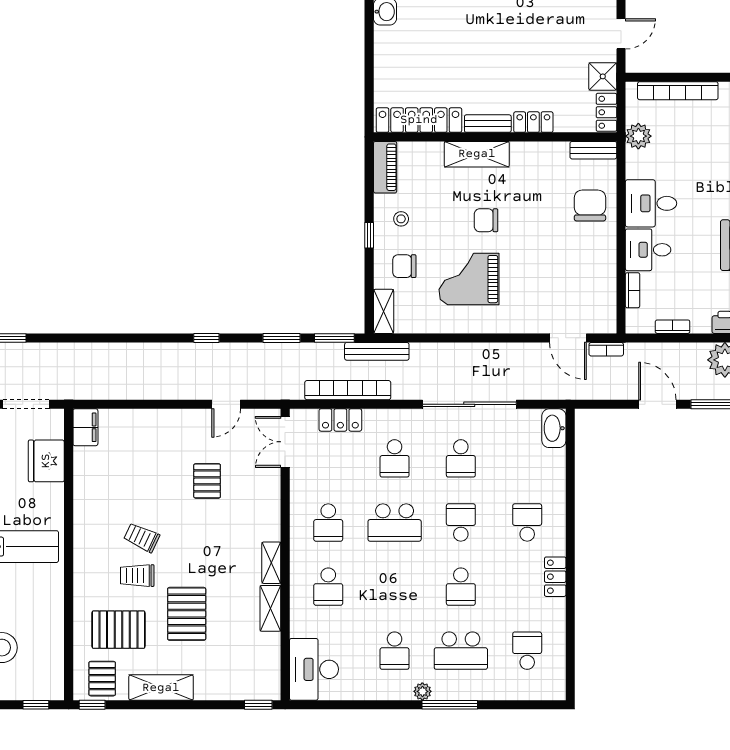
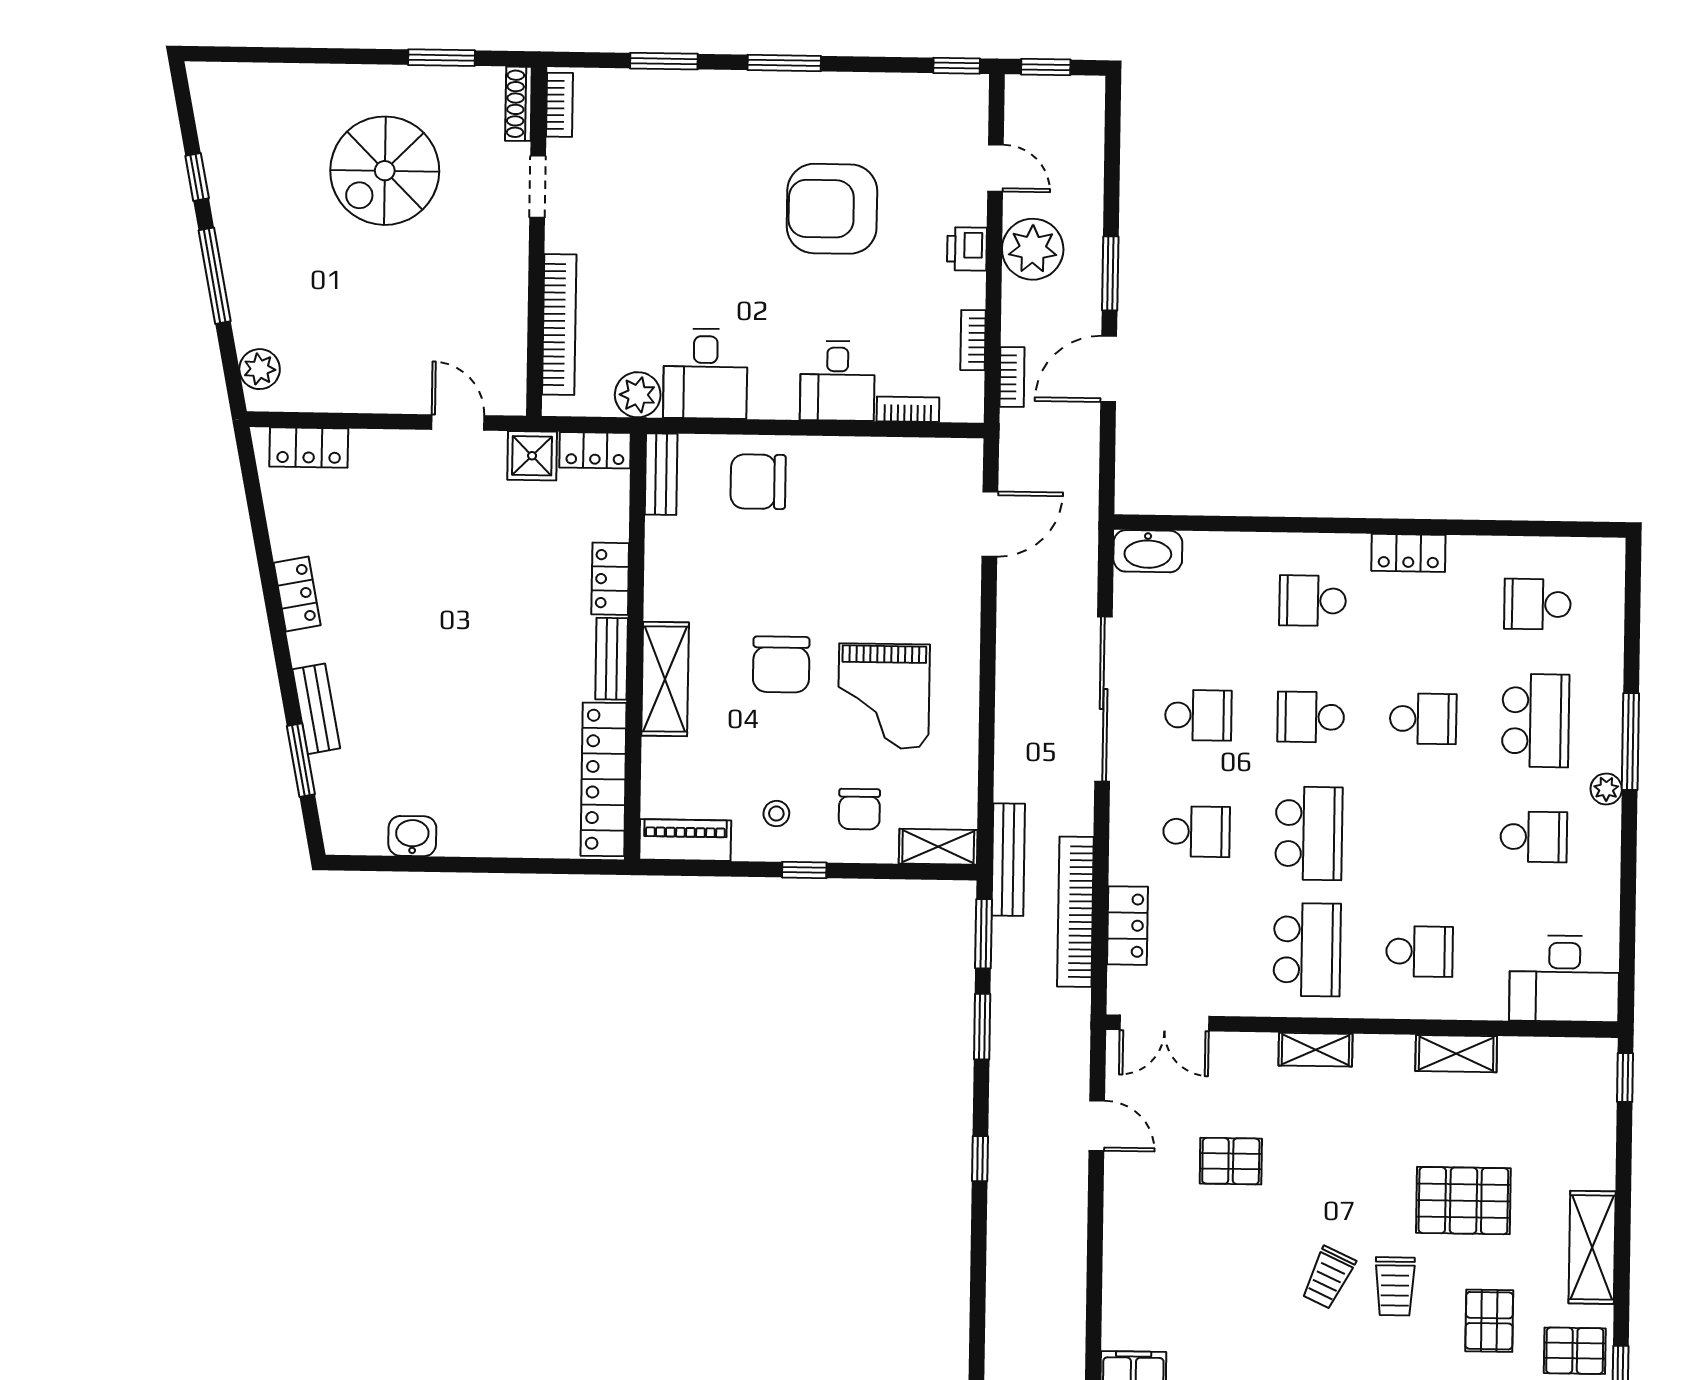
desk: (651, 203) -> (705, 374), moved
chair: (486, 220) -> (781, 664), width x1.37, depth x1.37
bookcase: (606, 349) -> (1012, 377), moved
school desk: (328, 523) -> (1307, 950), width x1.85
shelving: (271, 563) -> (1316, 1050), moved
pallet: (118, 630) -> (1489, 1321), width x0.67, depth x0.71

